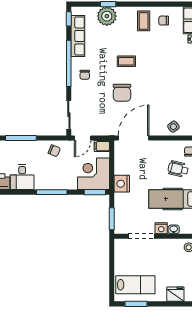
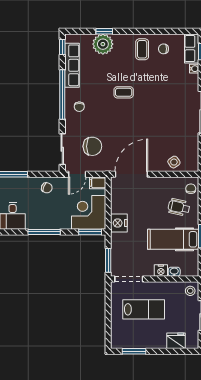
chair: (122, 93) -> (92, 146), moved, turned -90
doorway: (141, 236) -> (129, 279), moved
lab bench: (135, 285) -> (144, 309), moved

